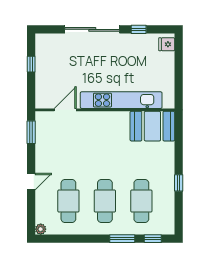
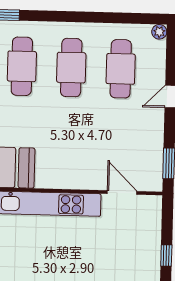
door: (65, 110) -> (122, 192), swing flipped
window: (122, 239) -> (49, 16), removed

